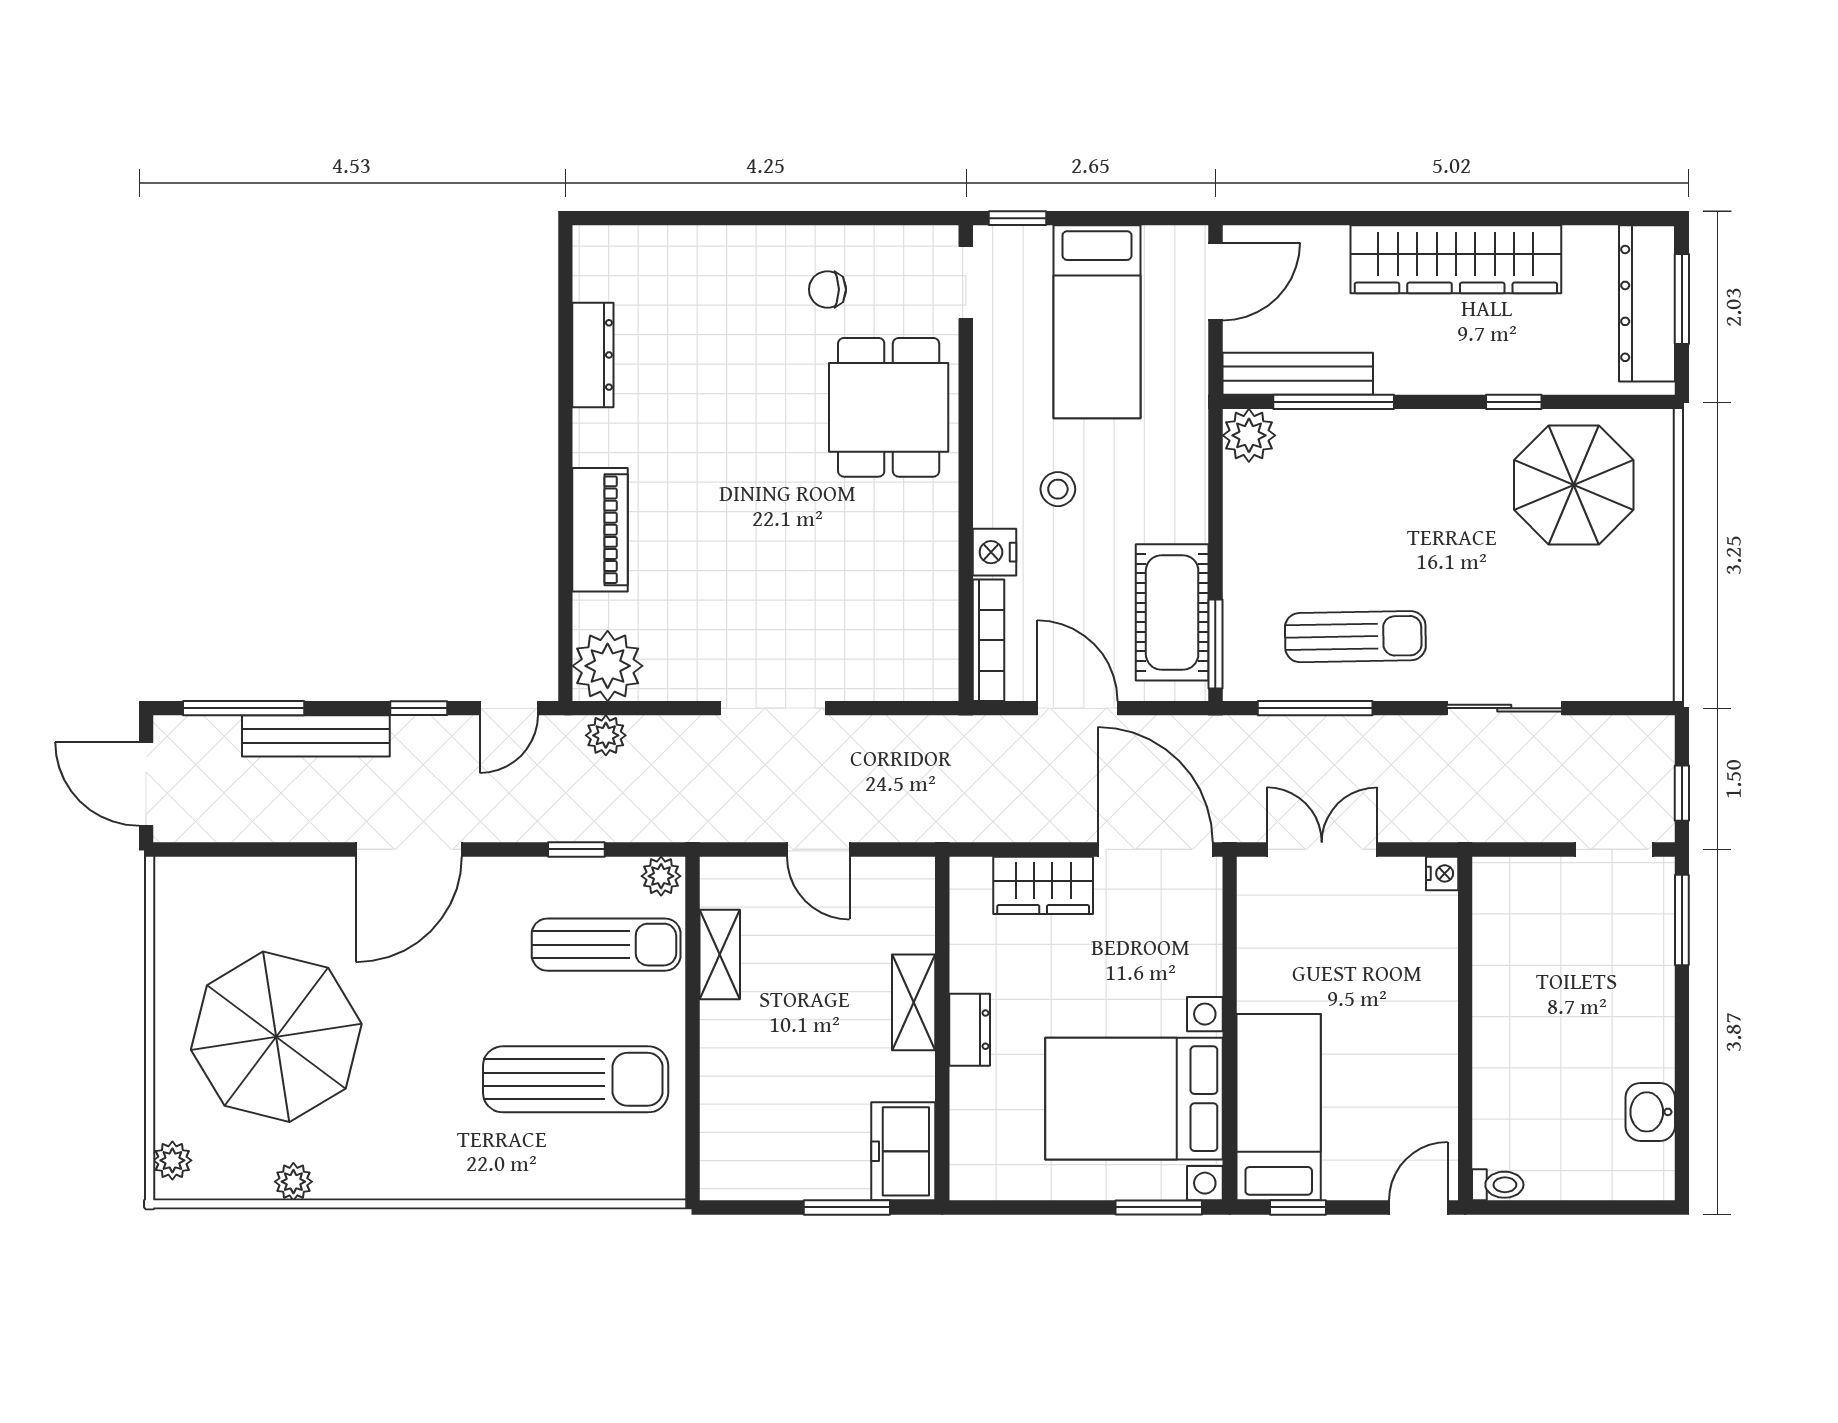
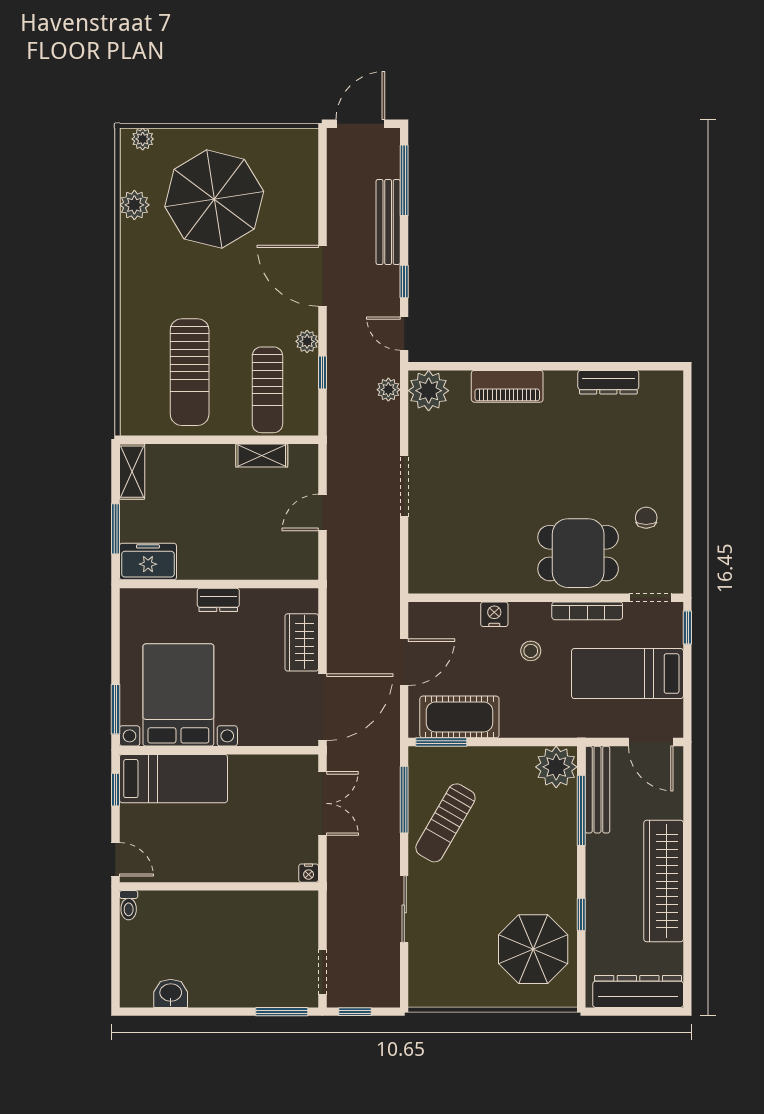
window: (1682, 299) -> (641, 1012), removed
plant: (1249, 435) -> (556, 767), width x1.36, depth x1.36
sun lounger: (1355, 637) -> (445, 823), turned 31
bookcase: (988, 640) -> (587, 611), moved
plant: (661, 876) -> (307, 341), moved
shelving: (914, 1002) -> (132, 472), moved, turned 90
plant: (293, 1182) -> (134, 205), width x1.38, depth x1.38

